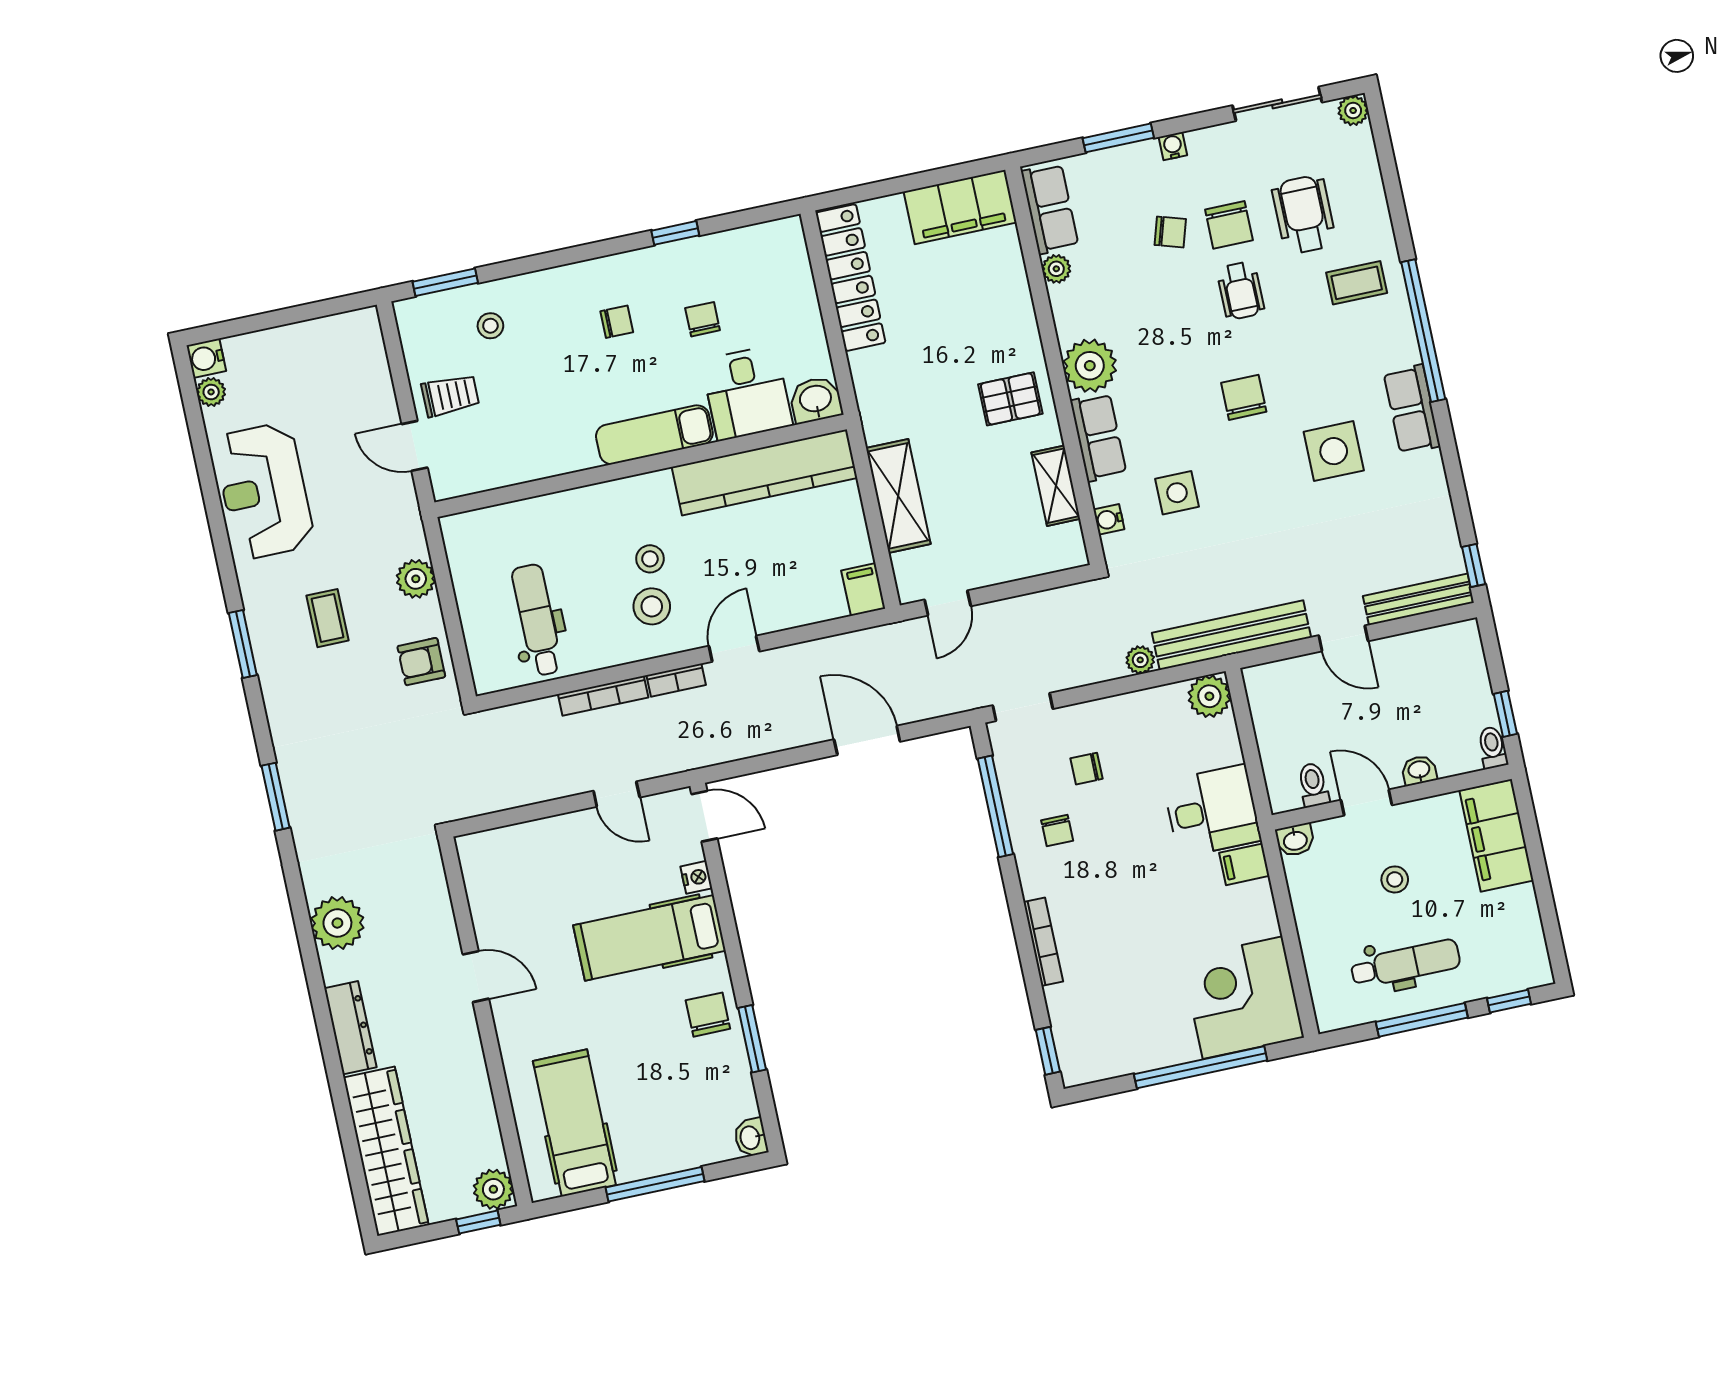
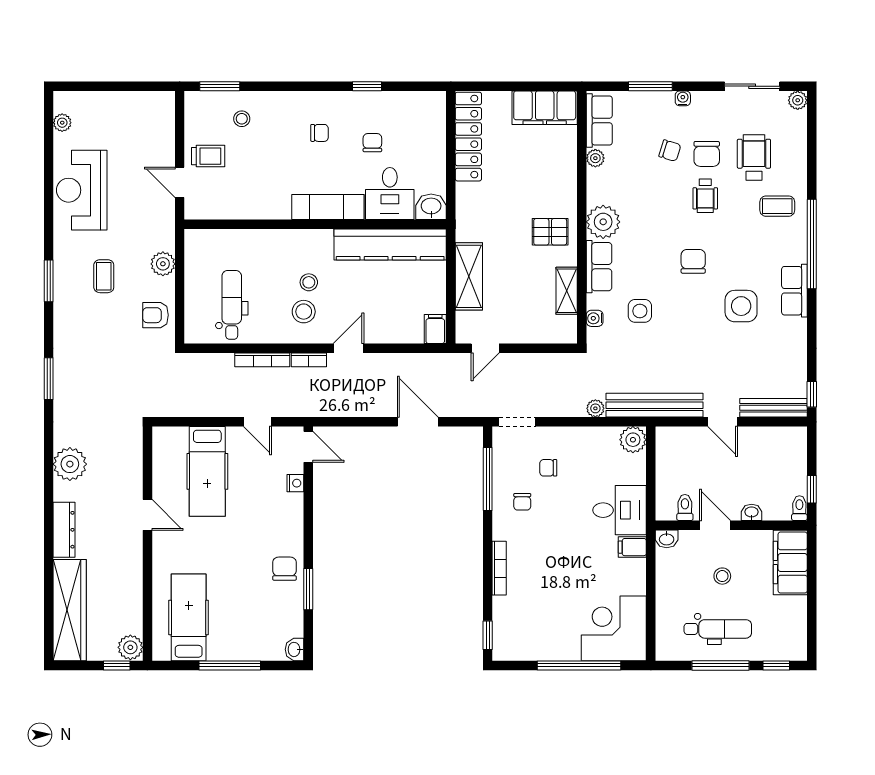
water cooler: (206, 358) -> (64, 101), removed
hospital bed: (649, 938) -> (207, 471), moved, turned -90

